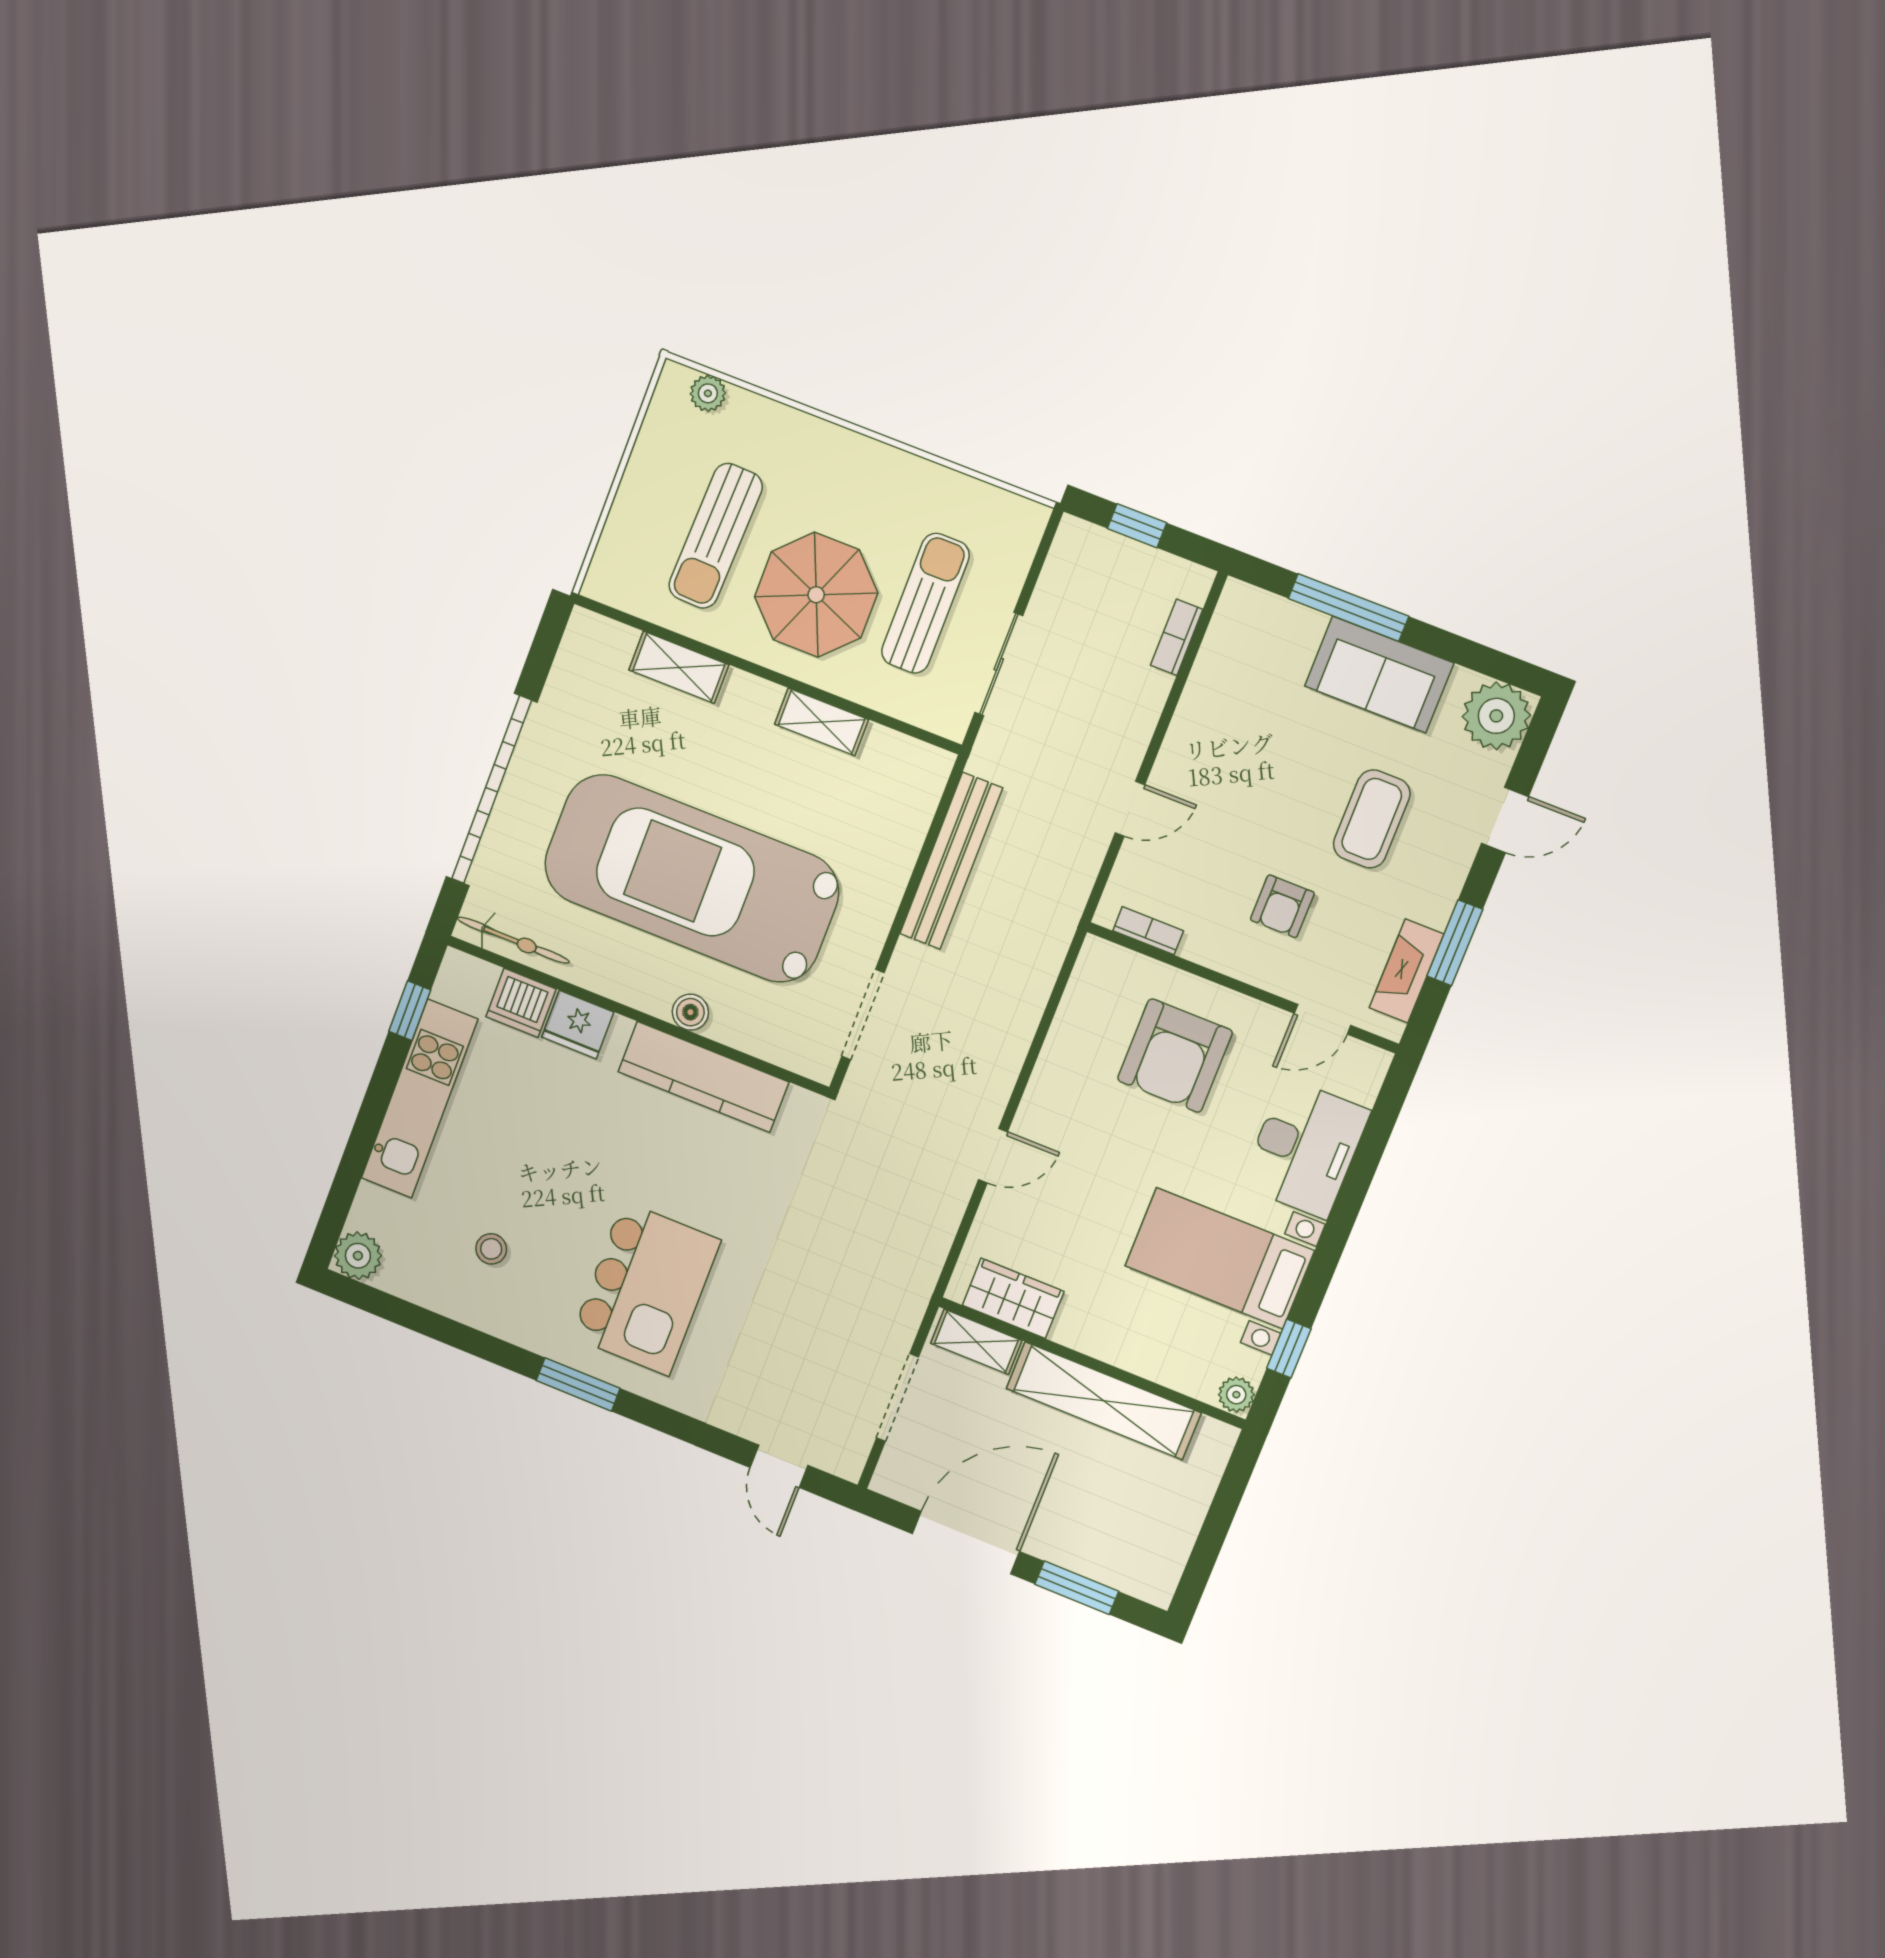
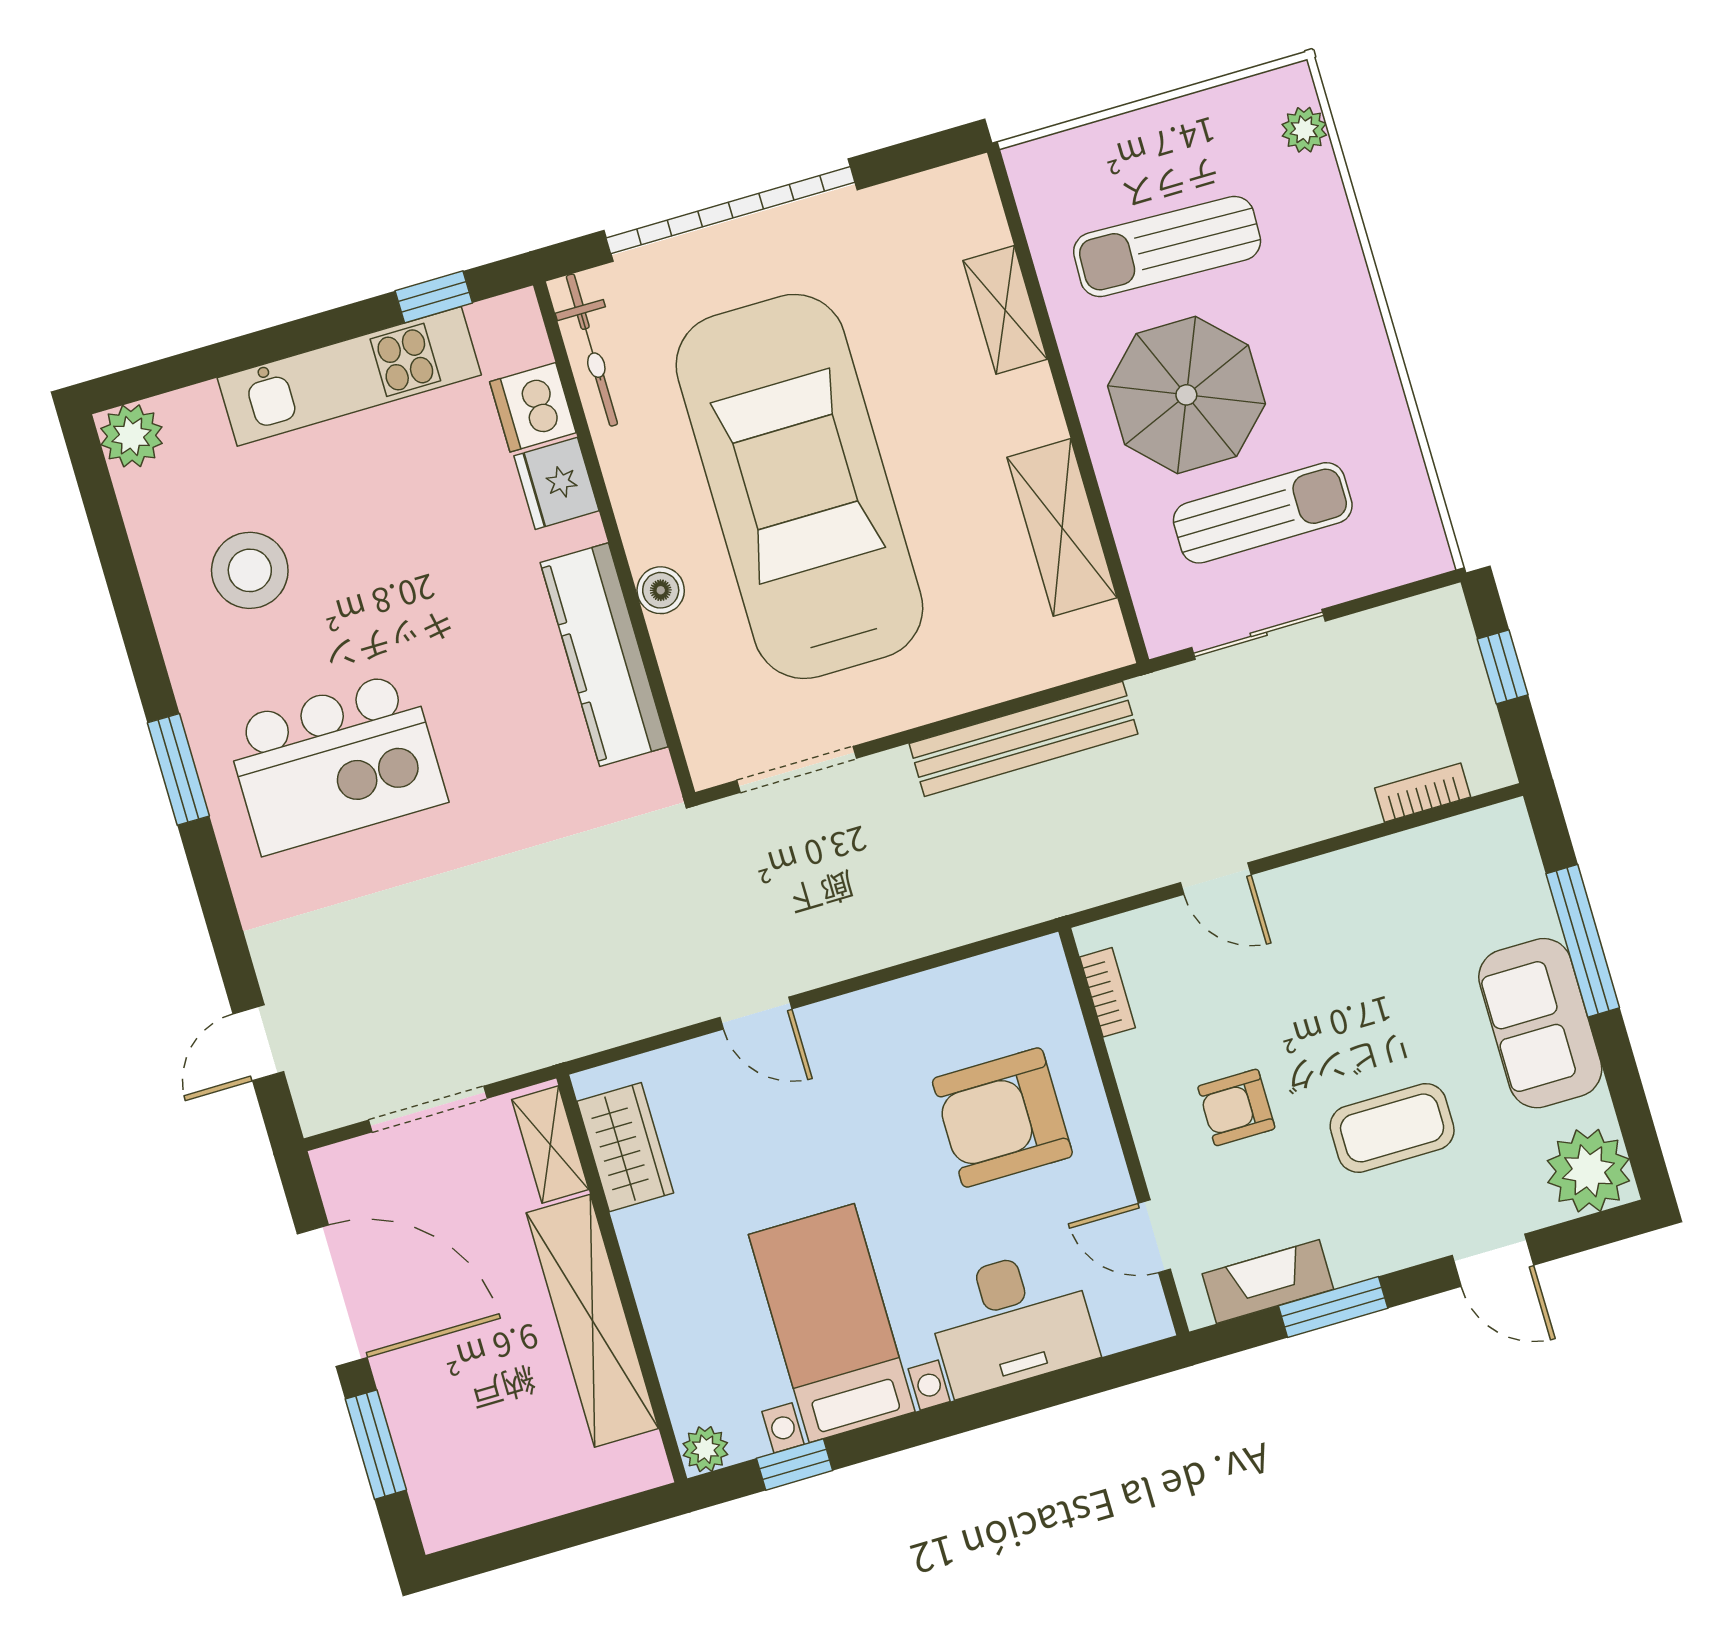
shelving: (822, 722) -> (1062, 527), width x1.50, depth x1.33
stool: (491, 1249) -> (250, 570), width x1.89, depth x1.89

